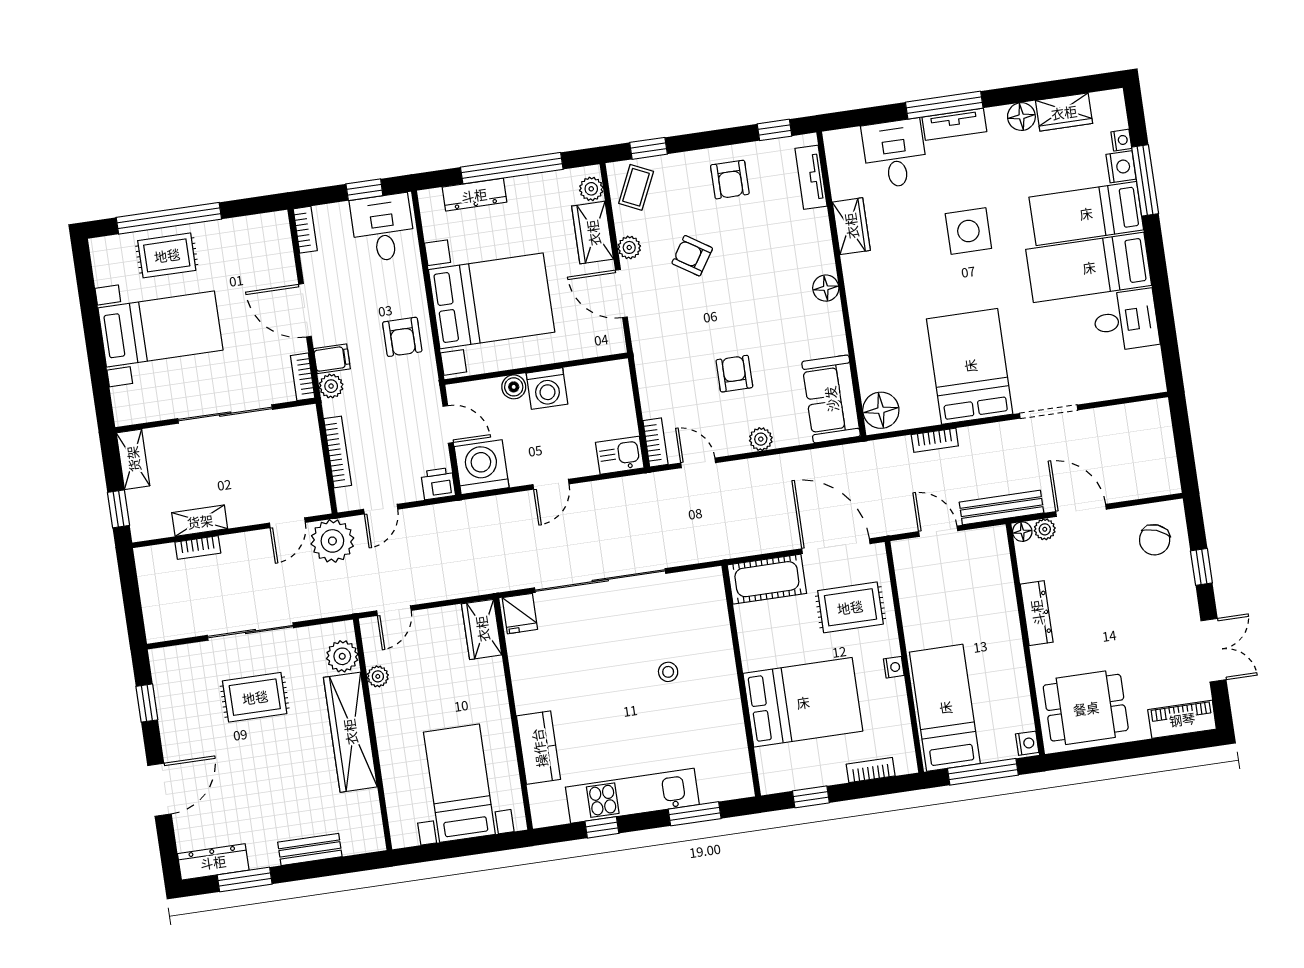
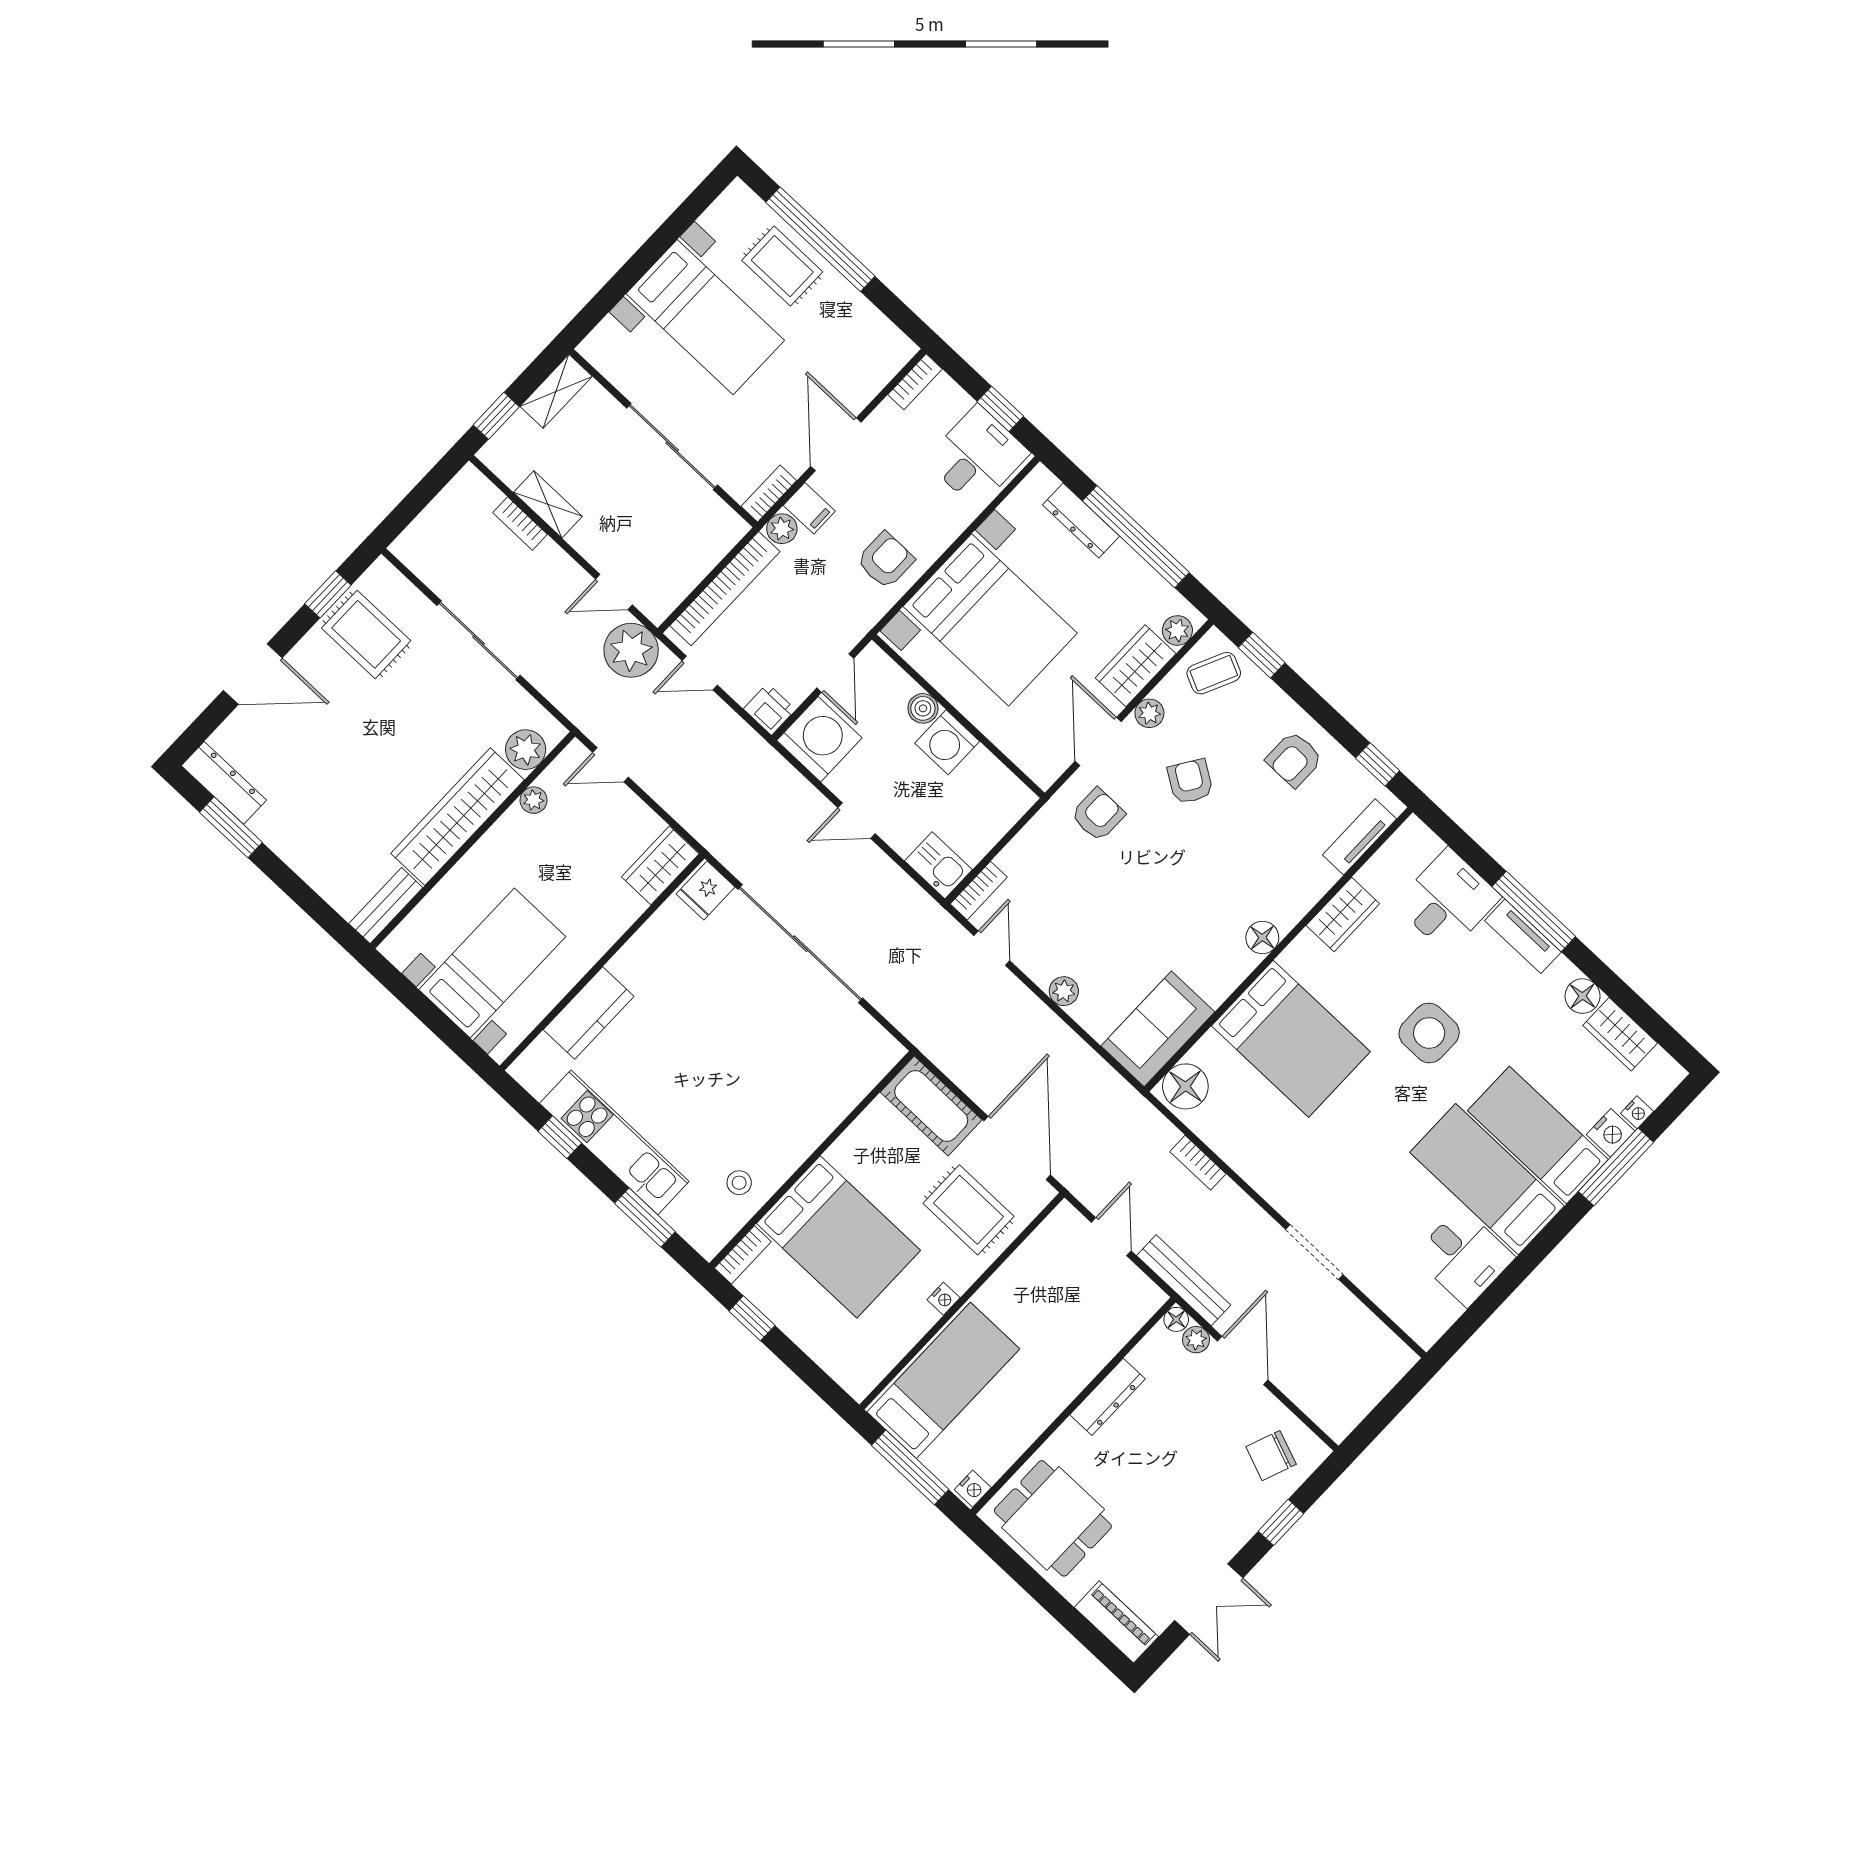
armchair: (402, 337) -> (885, 560), turned 180
bed: (970, 366) -> (1291, 1039), moved, turned 90
armchair: (734, 374) -> (1098, 815), moved
bookcase: (338, 452) -> (725, 589), width x1.48, depth x1.31
stool: (668, 672) -> (739, 1183), moved
rug: (255, 697) -> (366, 634), moved
bookcase: (871, 770) -> (743, 1255), moved, turned 90
bench: (310, 849) -> (386, 906), moved, turned 90

